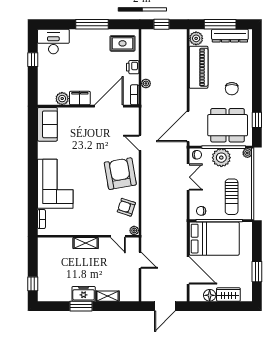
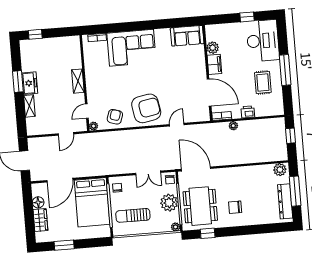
desk: (53, 41) -> (263, 41), width x1.36, depth x1.30
rug: (123, 43) -> (263, 83), moved
piano: (199, 67) -> (253, 174), removed

